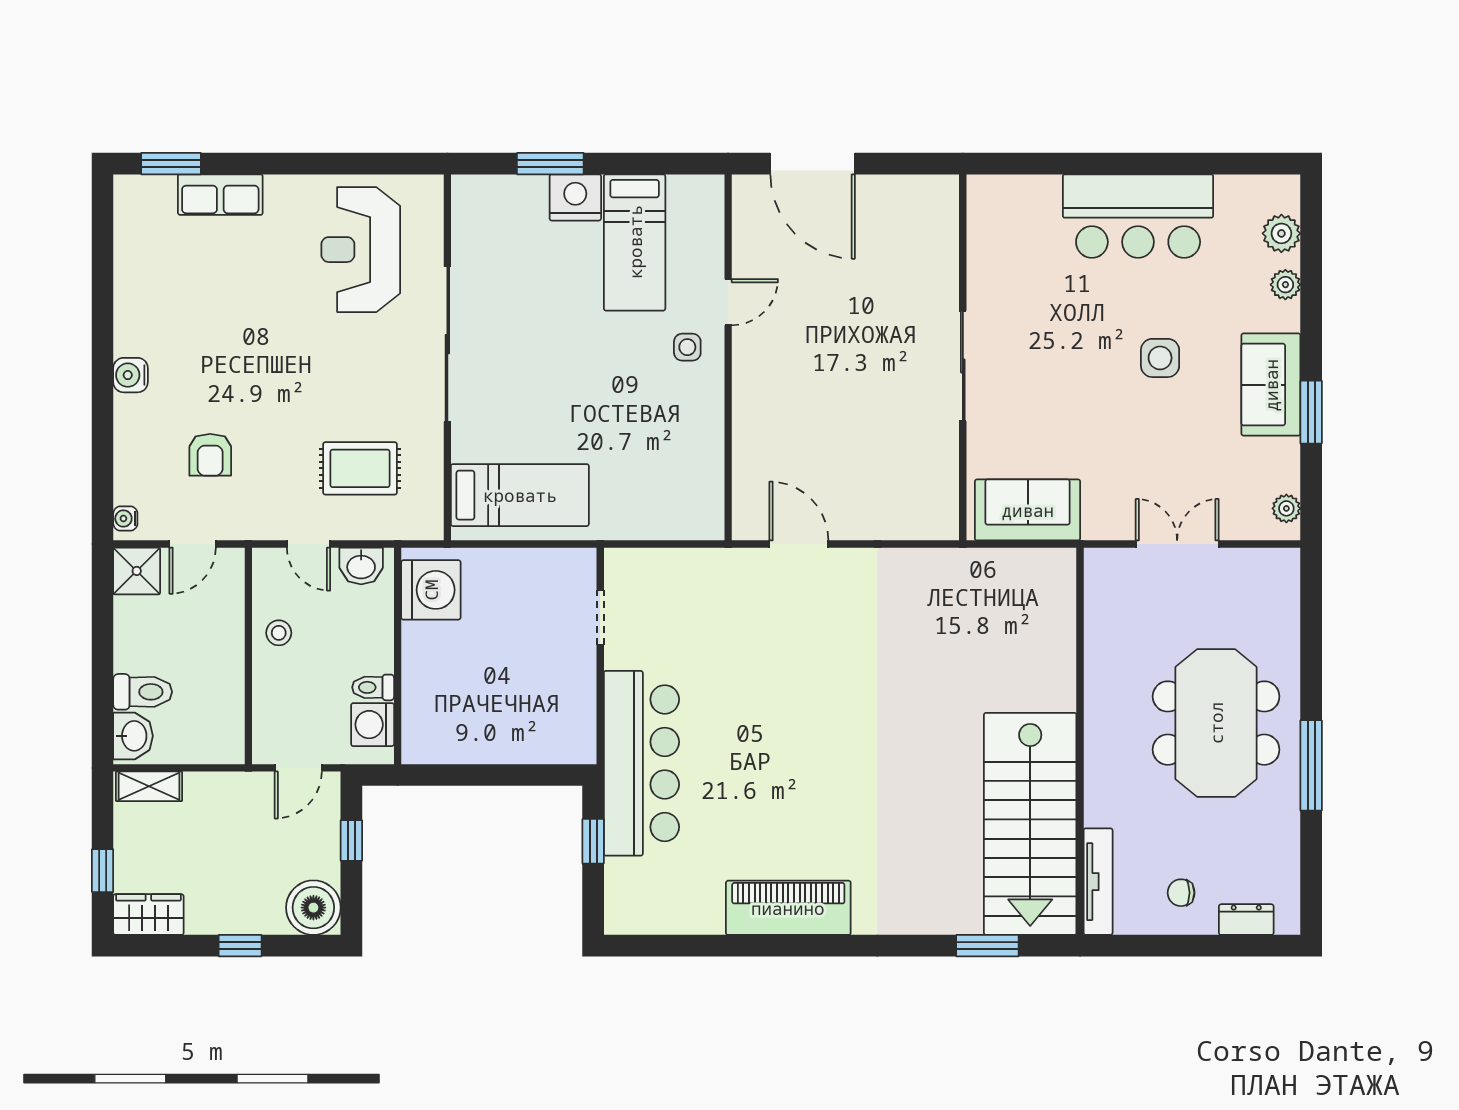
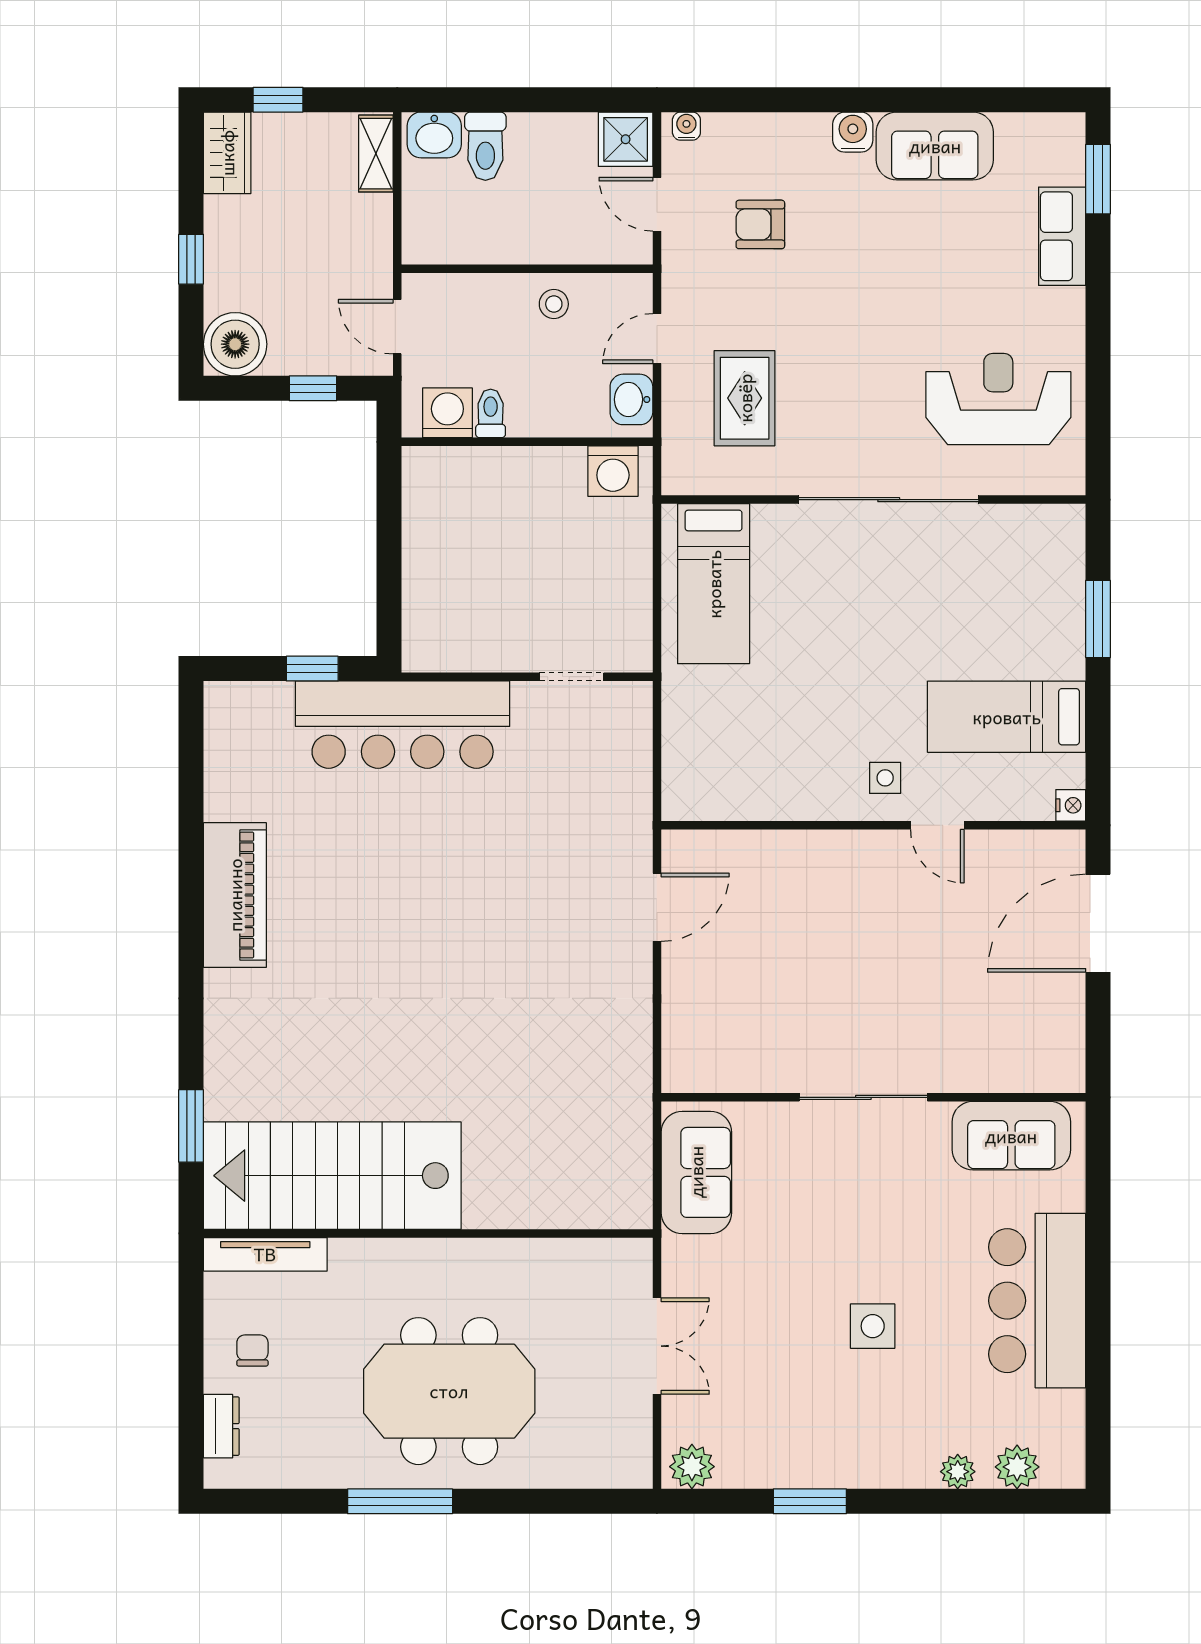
nightstand: (575, 197) -> (1071, 805), moved, width x0.53, depth x0.56
sofa: (142, 304) -> (935, 146), added
sofa: (1271, 385) -> (1011, 1136), moved, turned 180
plant: (1286, 508) -> (692, 1467), width x1.38, depth x1.38
washing machine: (431, 590) -> (613, 471), width x0.73, depth x0.73

